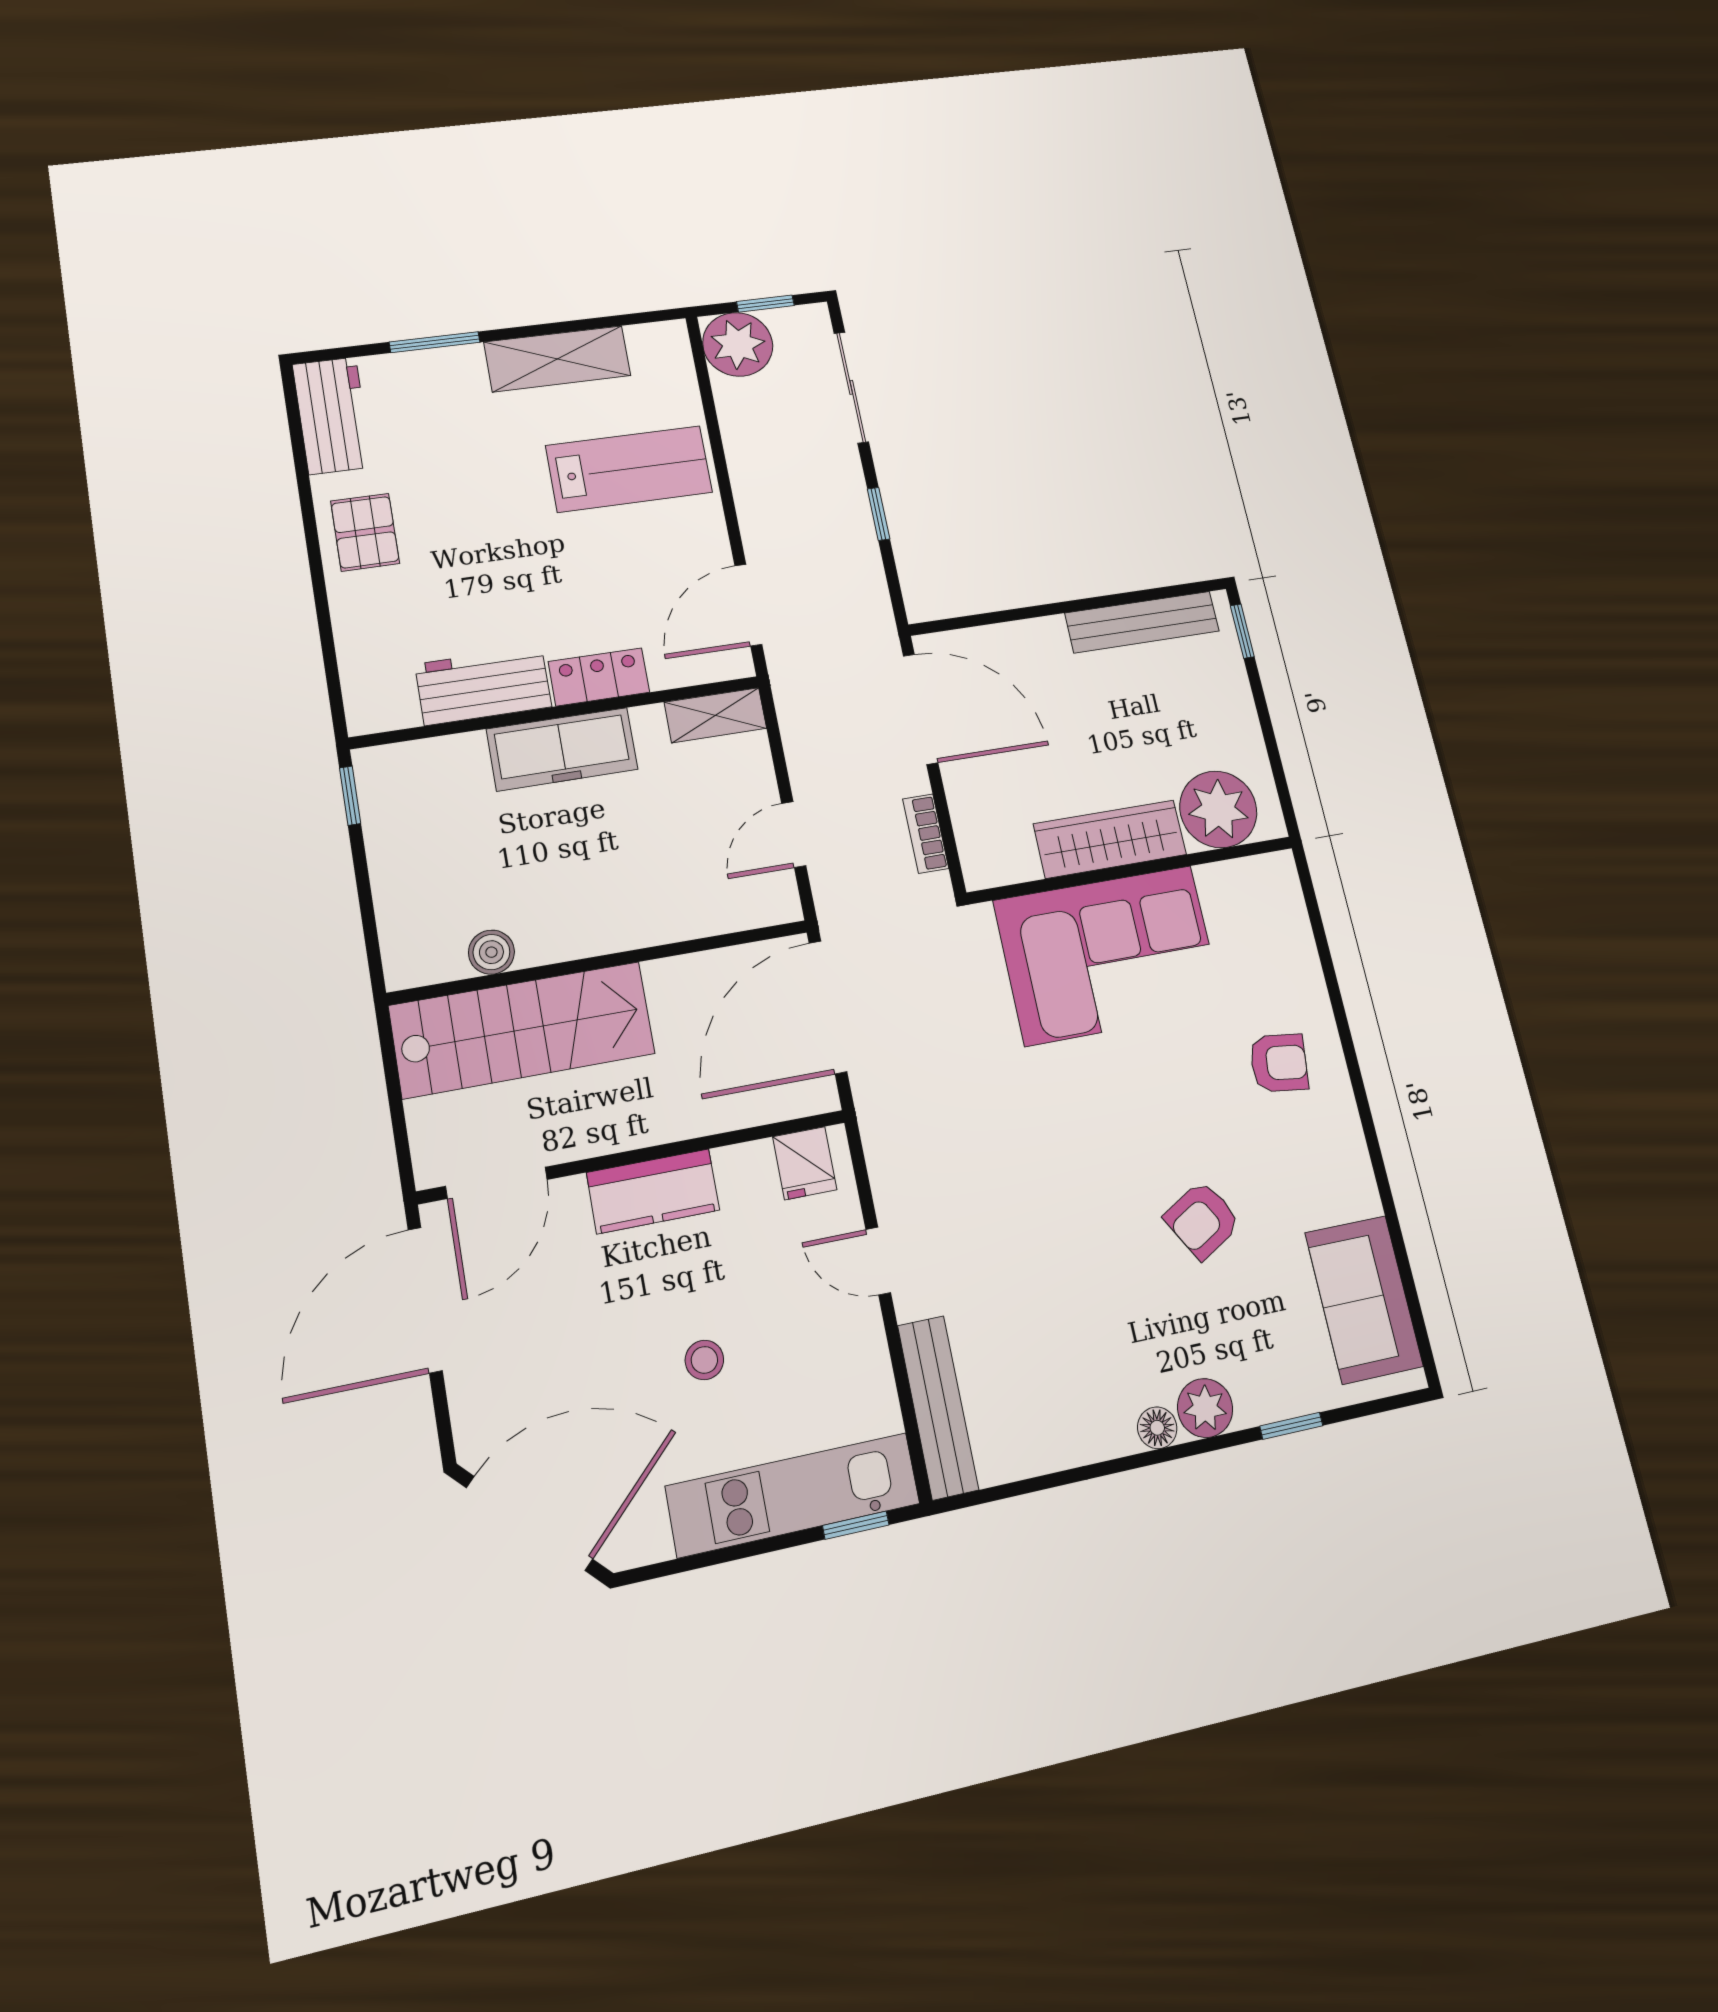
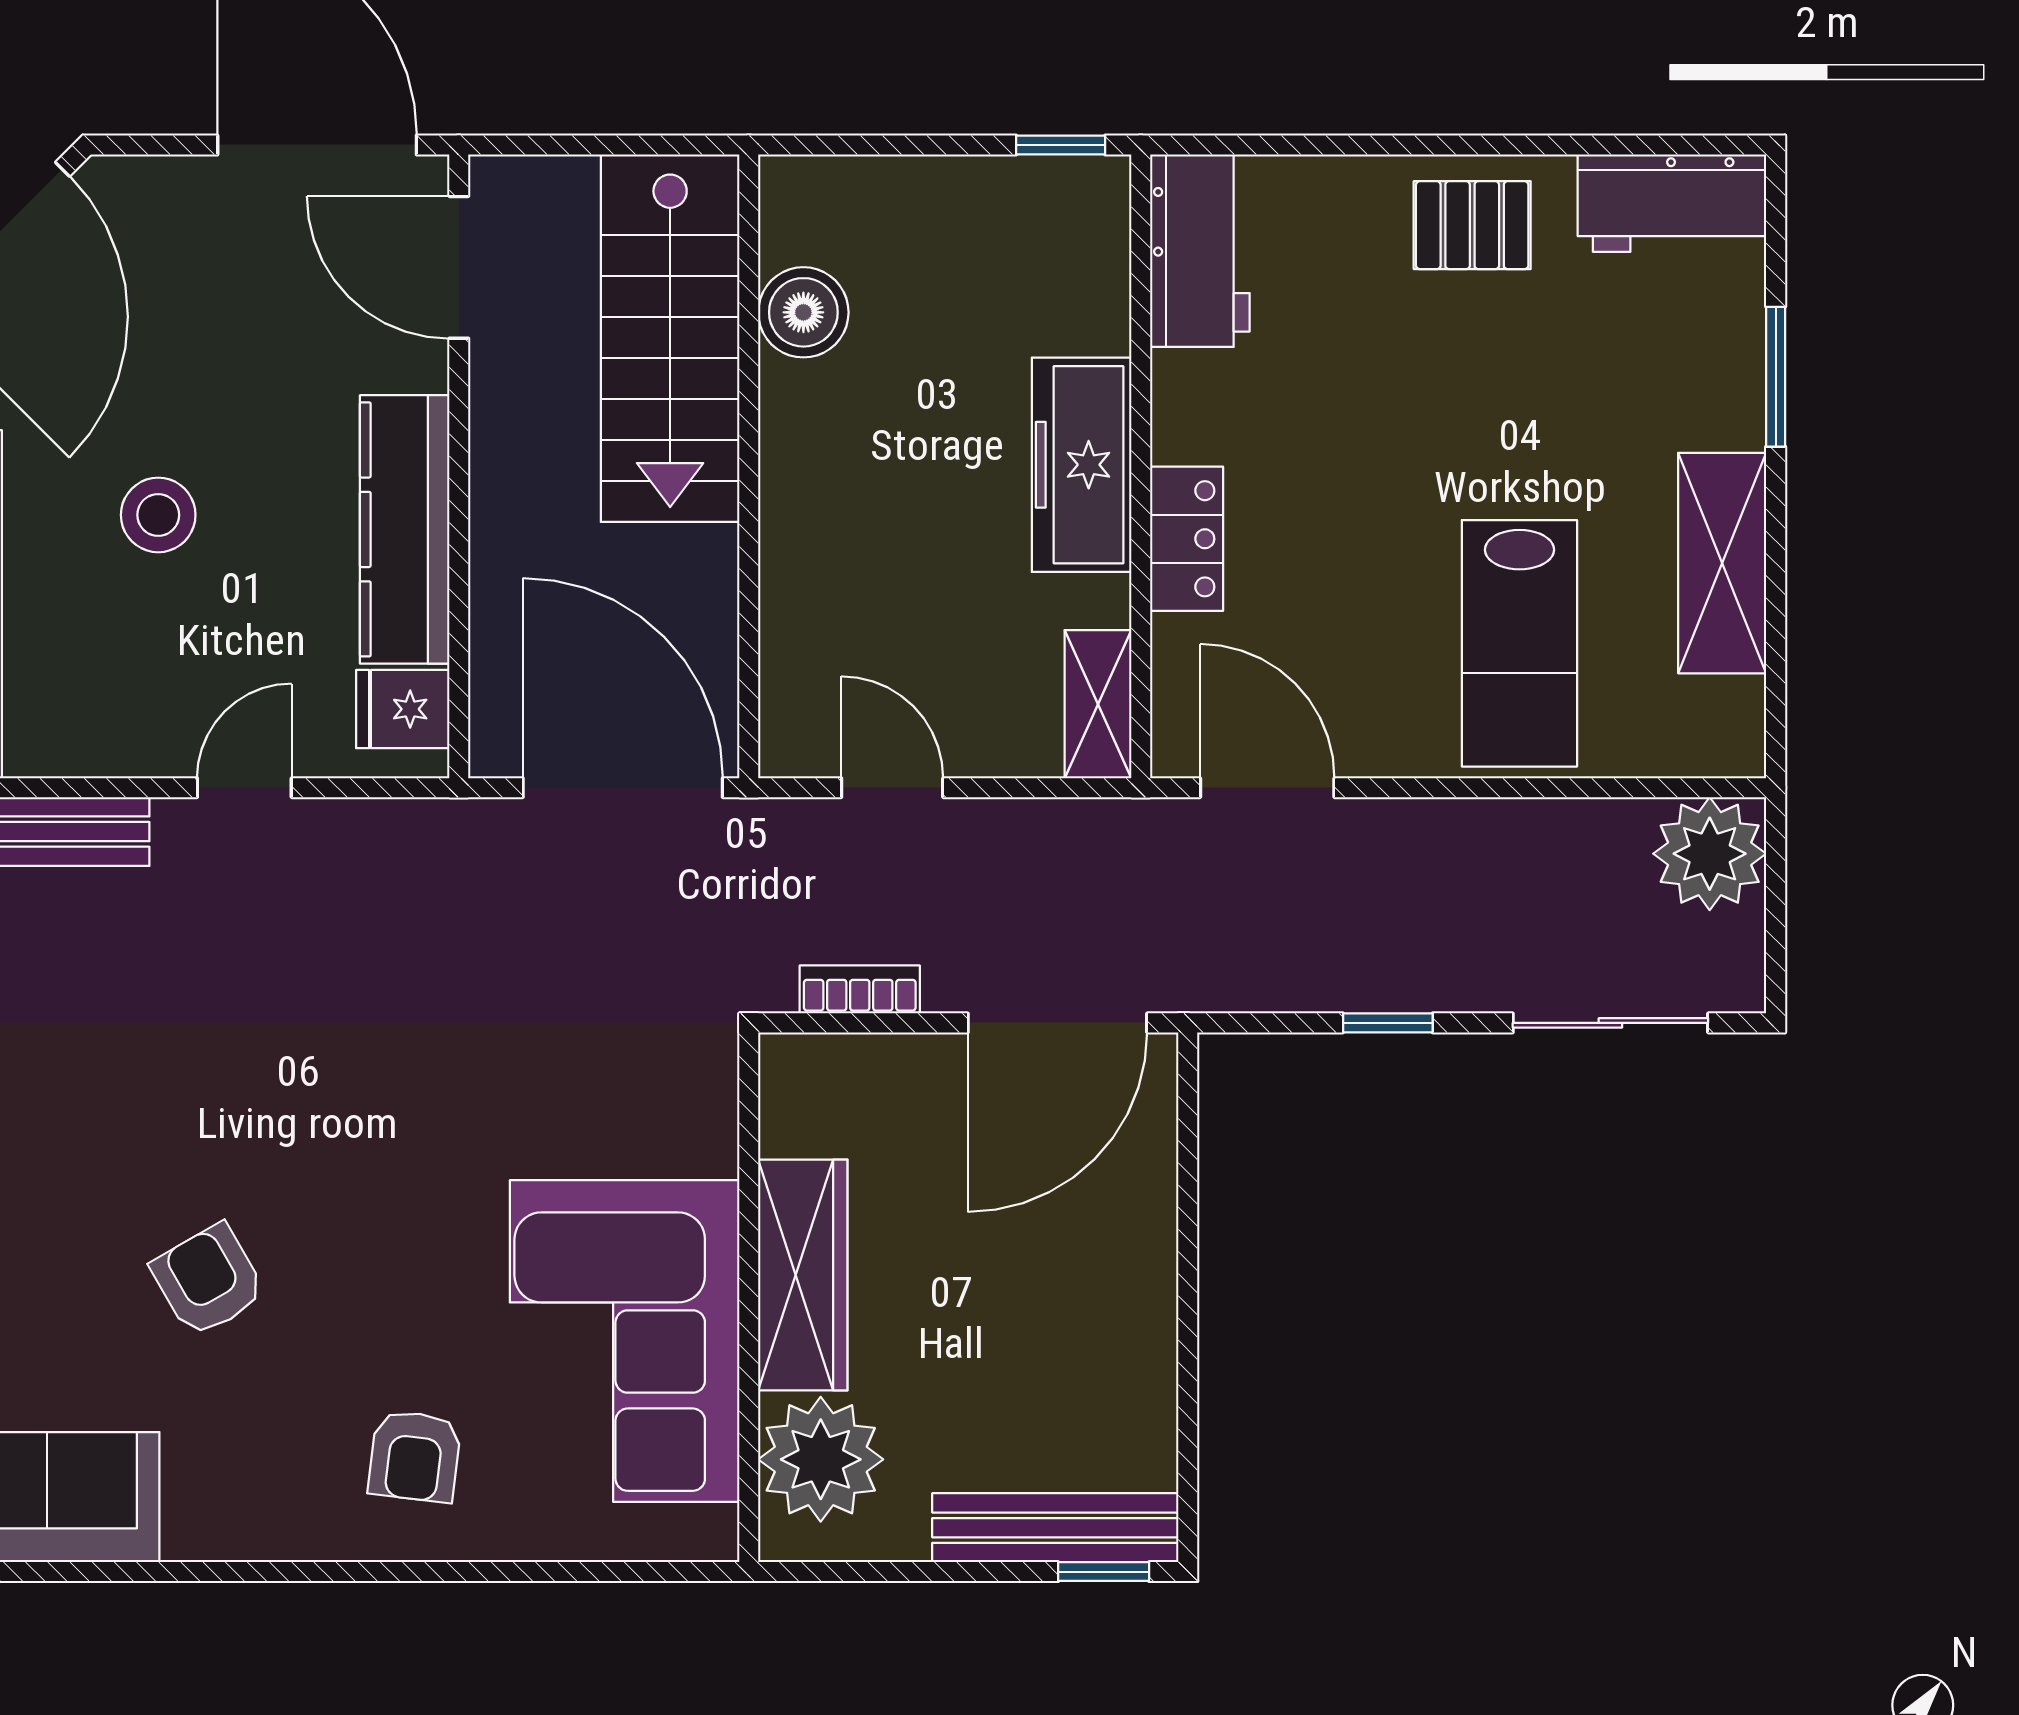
window: (765, 304) -> (1776, 912), removed
bench: (1142, 622) -> (1055, 1528), moved, turned 90
workbench: (483, 686) -> (1200, 251), moved
boiler: (491, 952) -> (803, 312), width x1.36, depth x1.36
corner sofa: (1109, 955) -> (625, 1341), moved
kitchen counter: (653, 1191) -> (405, 529), width x1.50
stool: (704, 1360) -> (158, 515), width x1.37, depth x1.37

